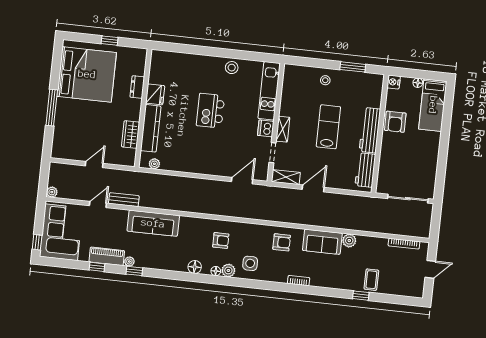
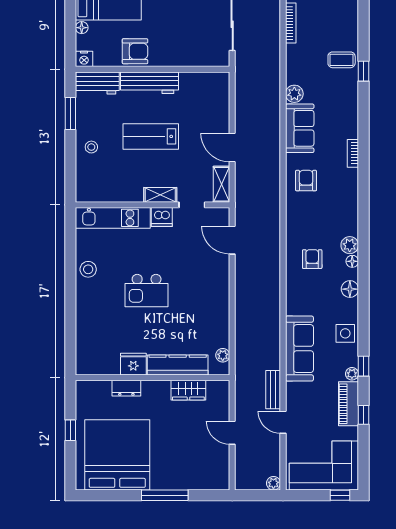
workbench: (365, 170) -> (98, 83), moved
side table: (250, 263) -> (345, 333), moved

